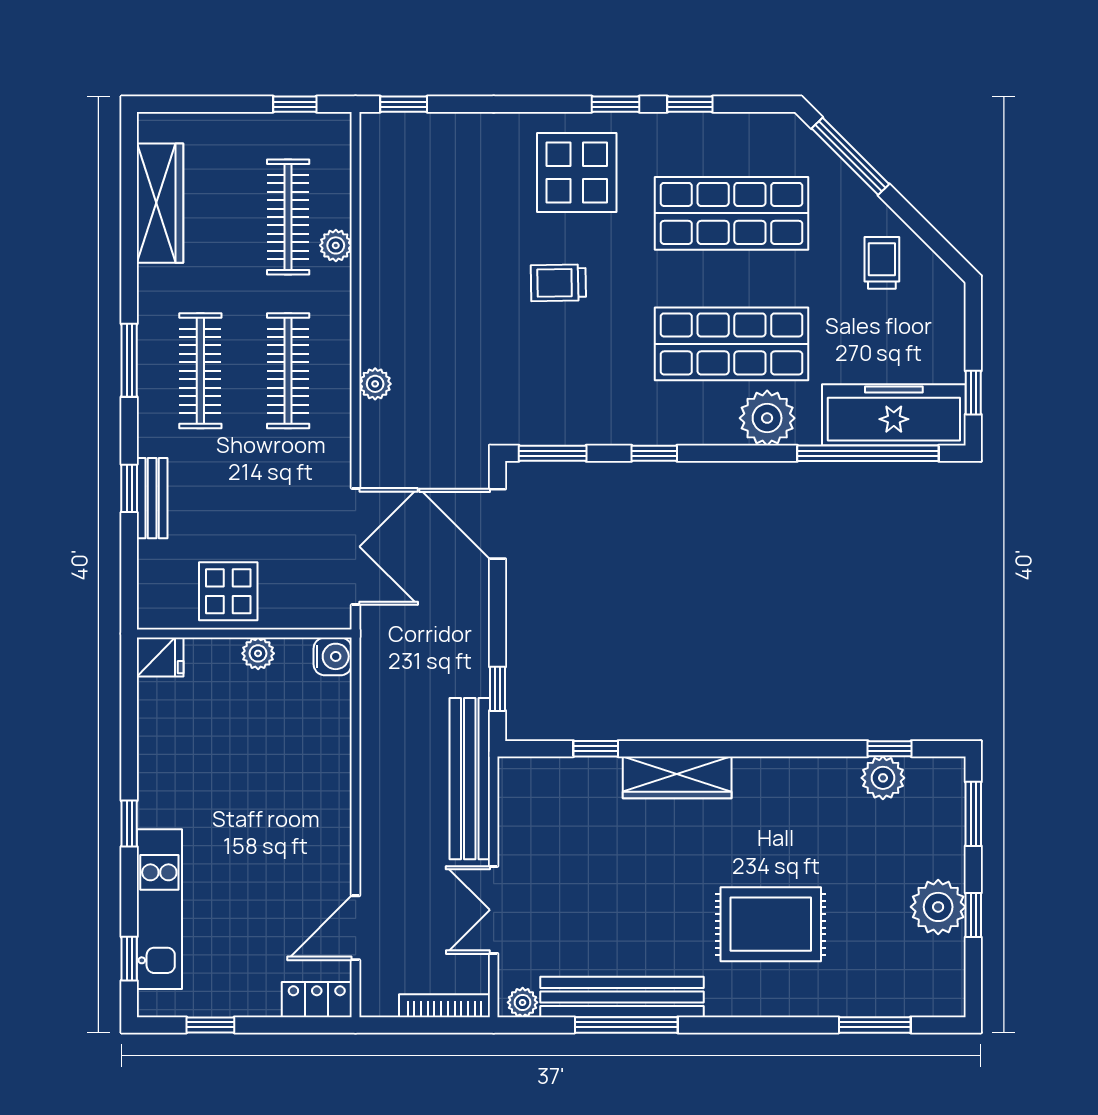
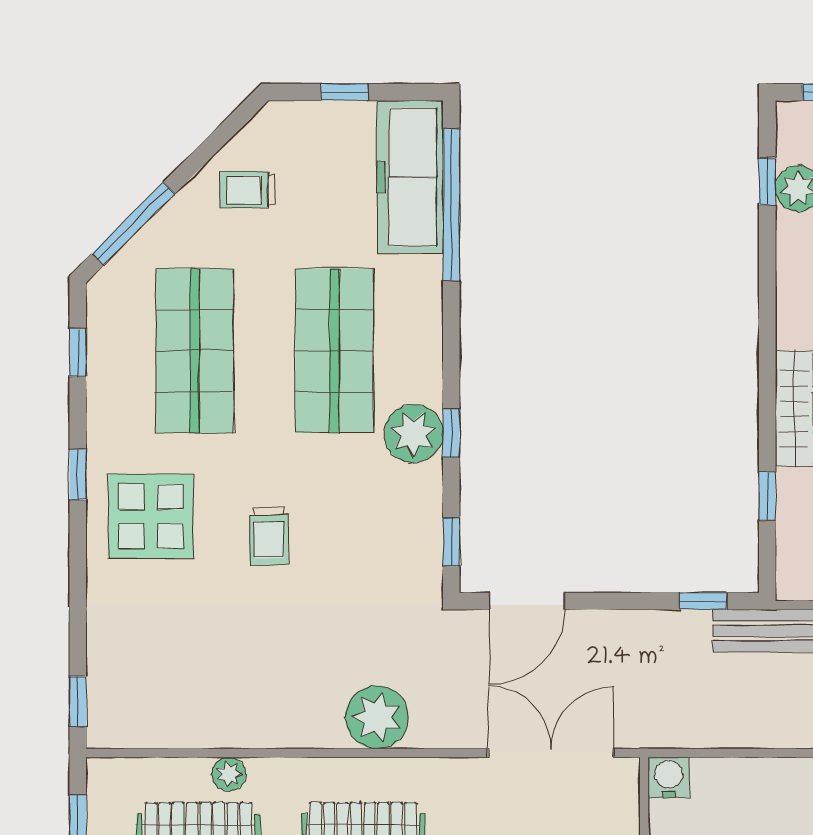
window: (690, 104) -> (78, 353), moved
plant: (375, 384) -> (377, 717), width x1.88, depth x1.88
window: (973, 393) -> (345, 92), moved
plant: (767, 418) -> (414, 434), moved
window: (553, 453) -> (451, 542), width x0.67

